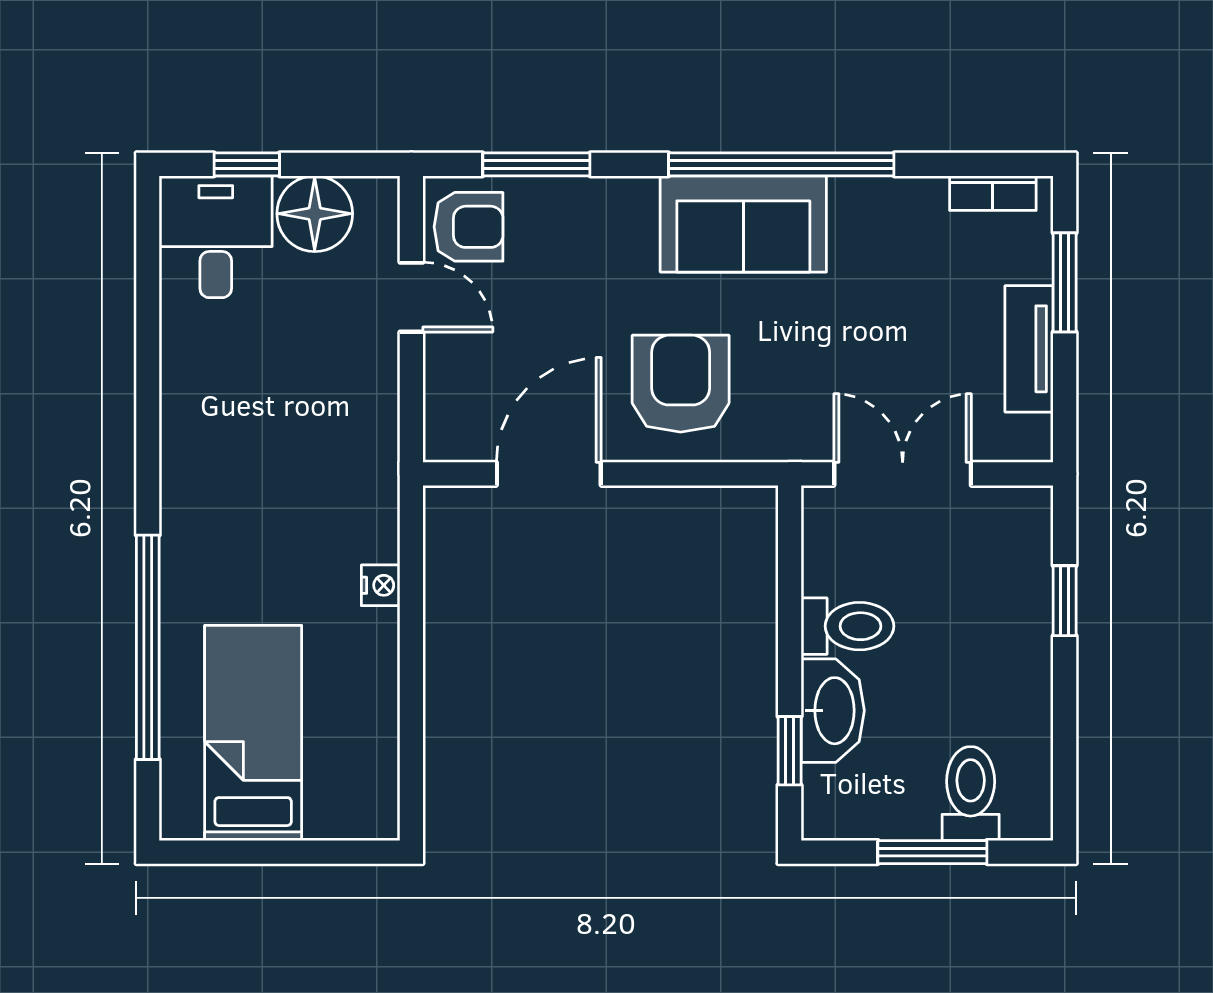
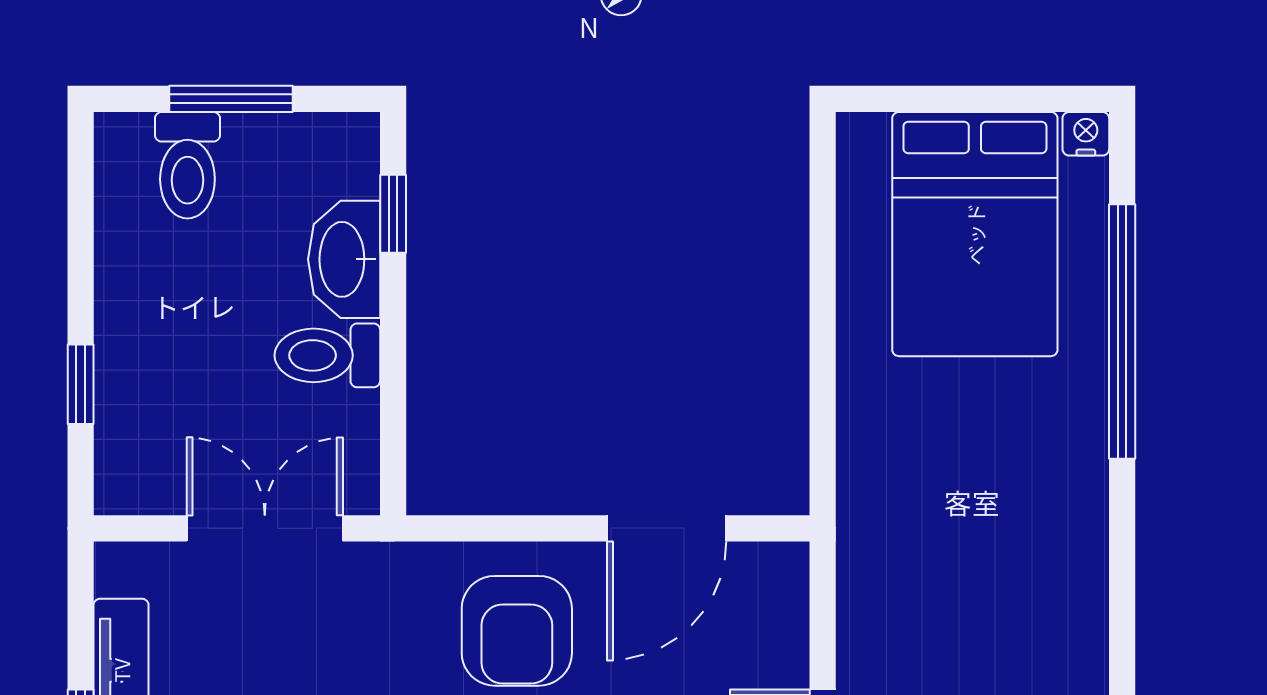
double door: (903, 474) -> (265, 528), swing flipped
nightstand: (381, 585) -> (1086, 134), moved, turned 90
bed: (253, 733) -> (975, 234), width x1.50

